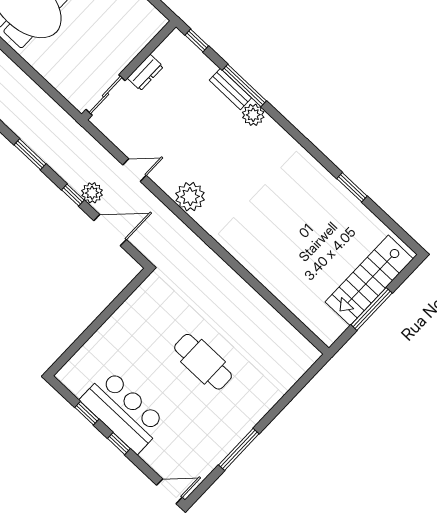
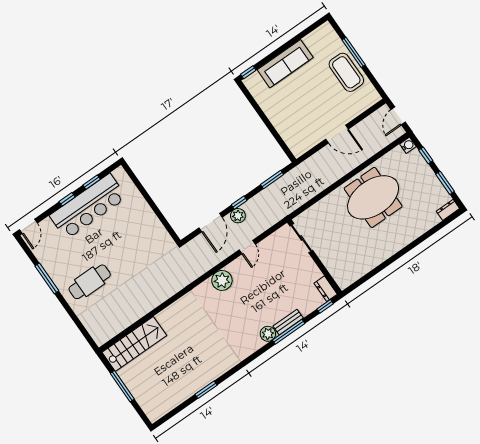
dresser: (145, 72) -> (326, 289), moved
stairs: (369, 280) -> (134, 344), moved, turned 90
cafe table: (203, 362) -> (90, 282), moved
bar counter: (123, 411) -> (88, 206), width x1.36

